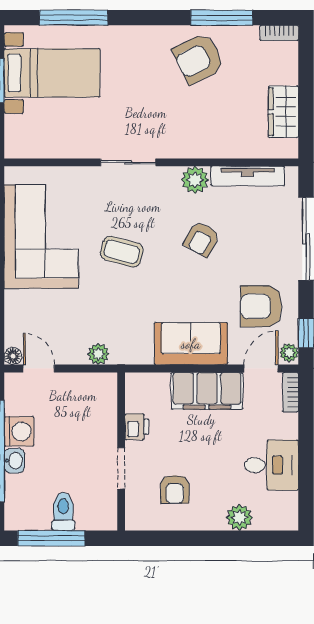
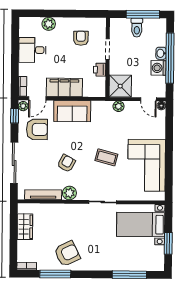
bed with nightstands: (52, 73) -> (141, 225), moved
shower: (95, 394) -> (120, 86), added

